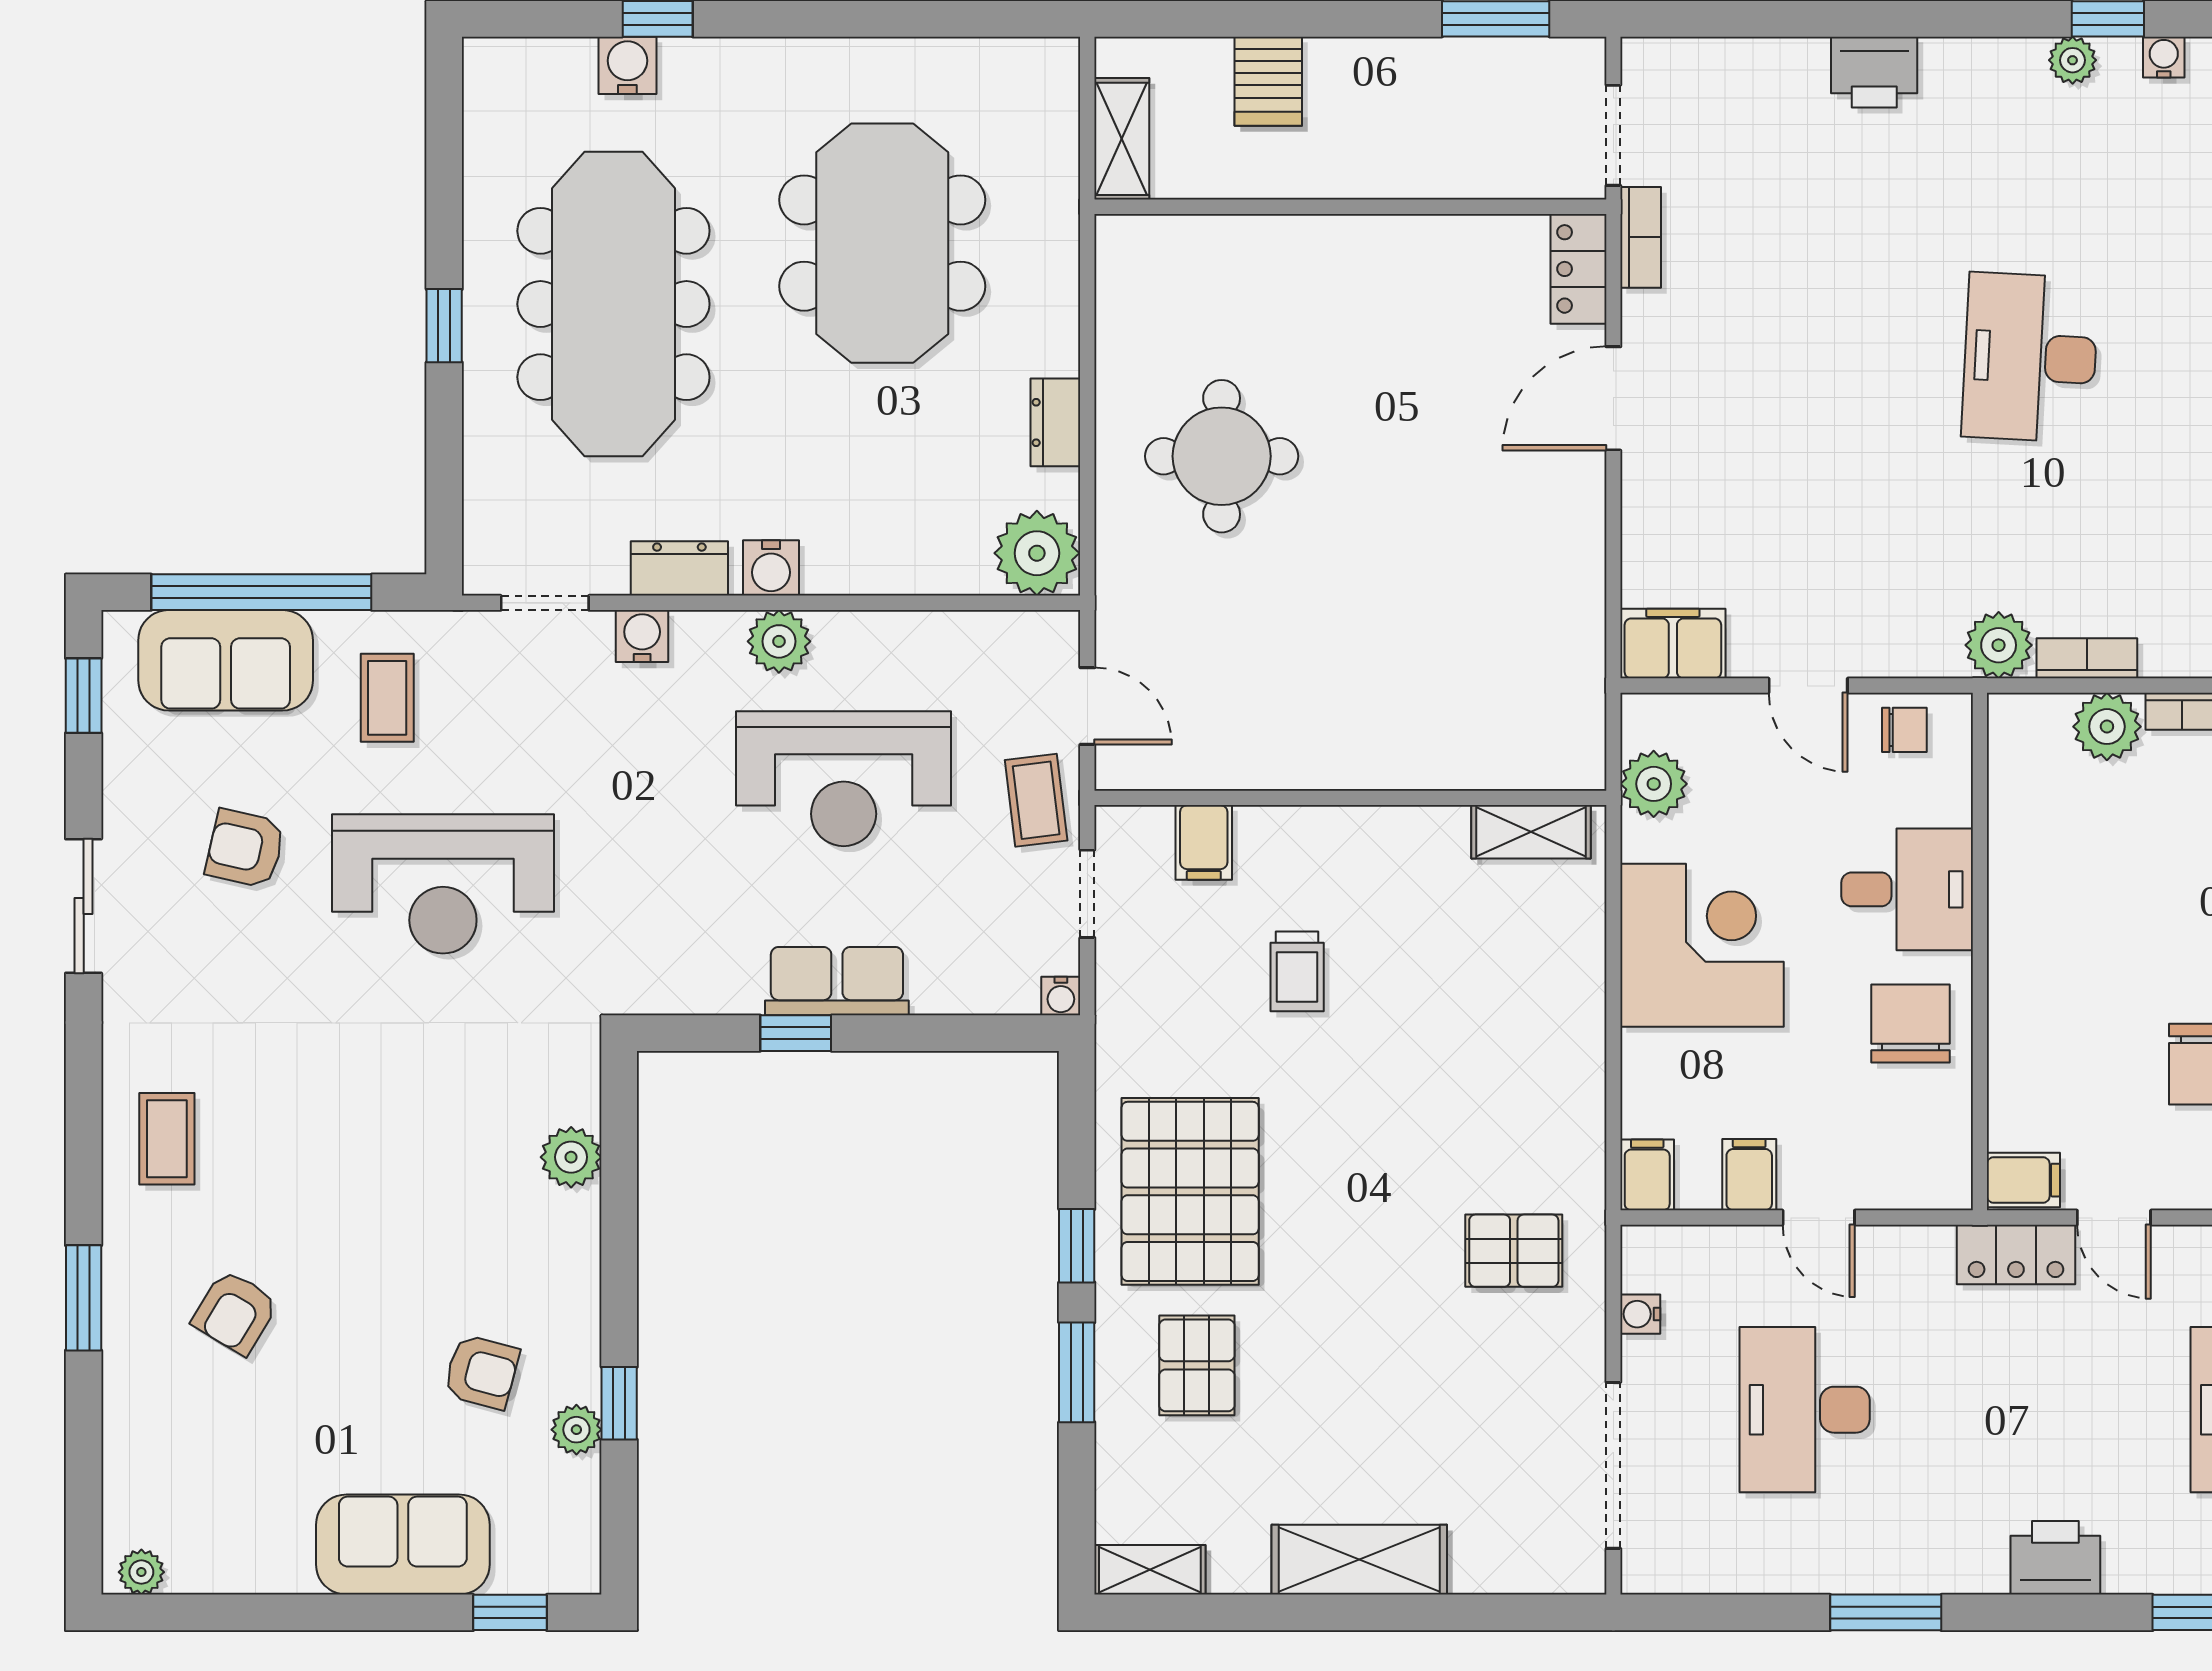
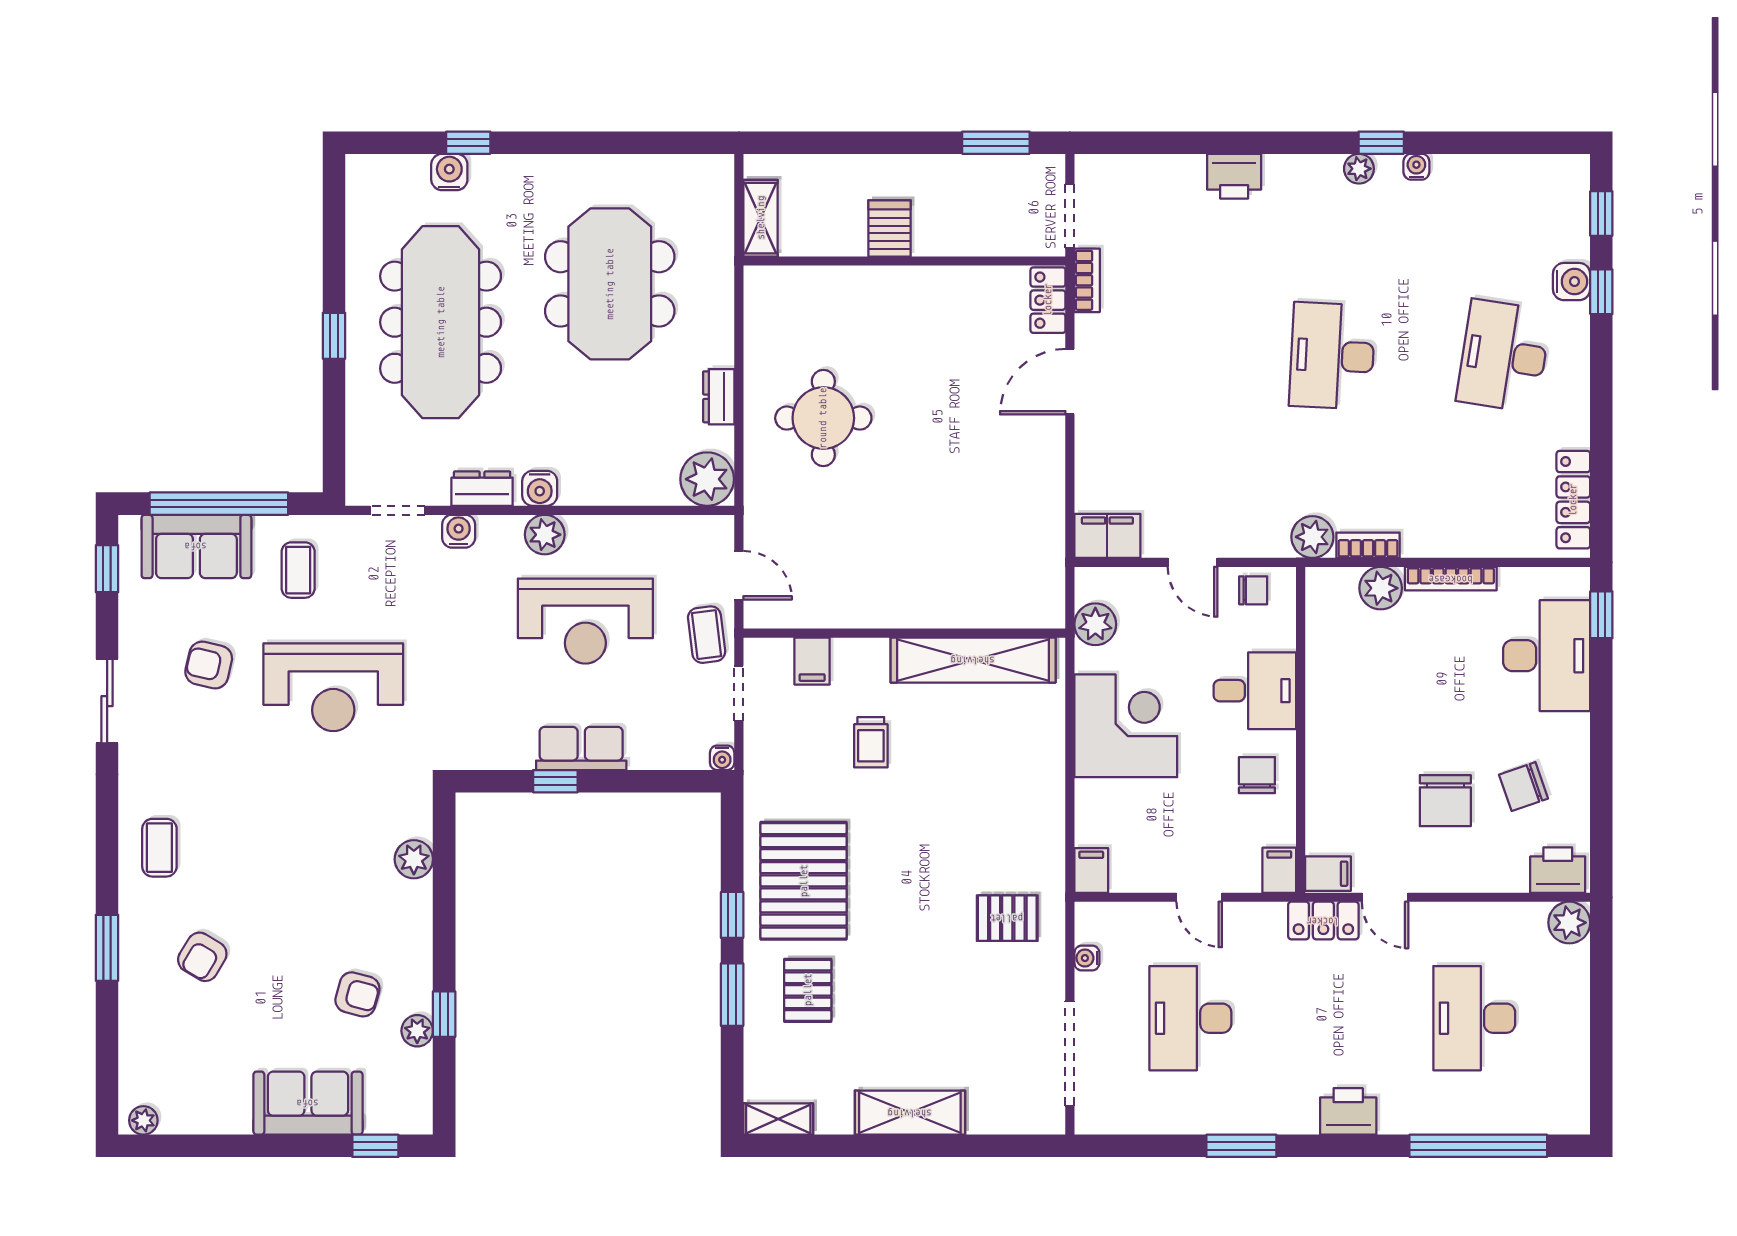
server rack: (1268, 81) -> (890, 228), moved, turned 180
shelving: (1531, 832) -> (973, 660), width x2.20, depth x1.33
chair: (1910, 1024) -> (1257, 775), width x0.73, depth x0.73
filing cabinet: (1749, 1175) -> (1279, 870), moved

